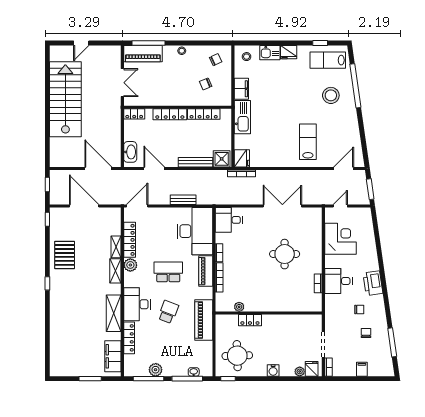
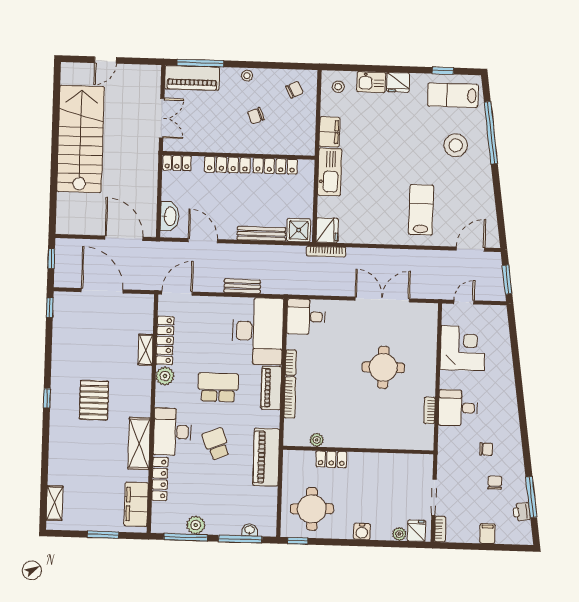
chair: (206, 84) -> (256, 116), moved
pallet: (65, 255) -> (94, 400), moved
shelving: (115, 271) -> (55, 503), moved
printer: (373, 283) -> (522, 512), moved, width x0.53, depth x0.68
school desk: (168, 312) -> (216, 444), turned -42

